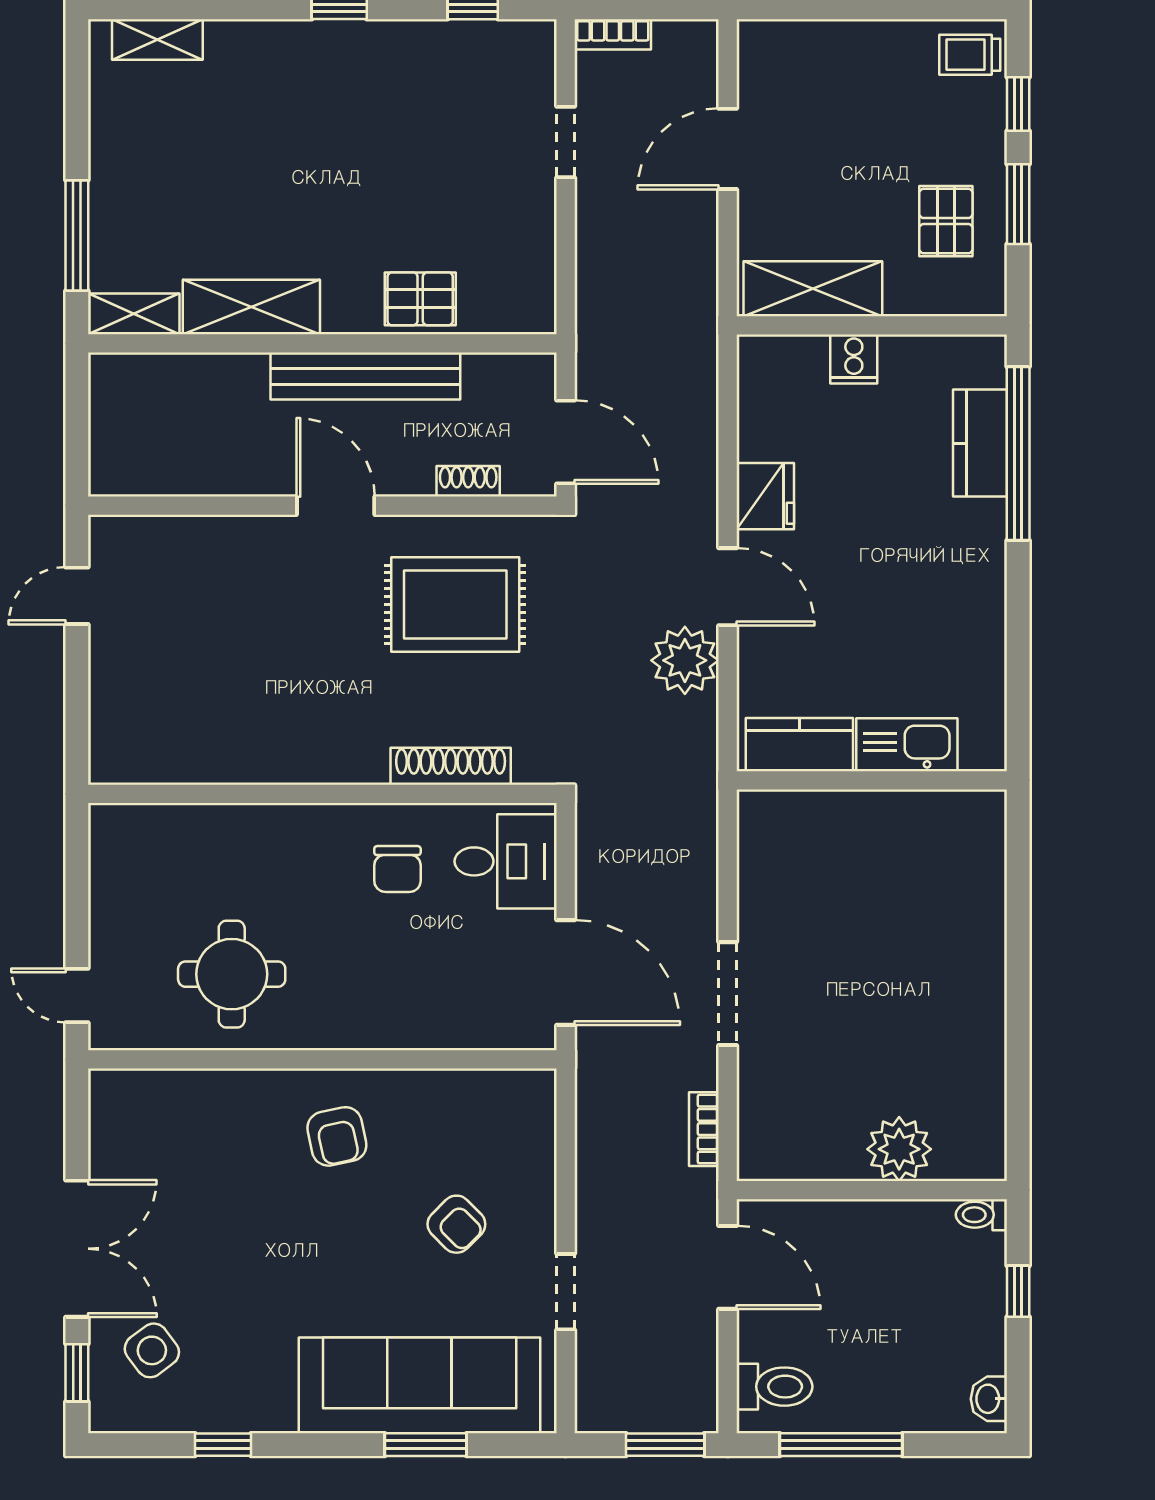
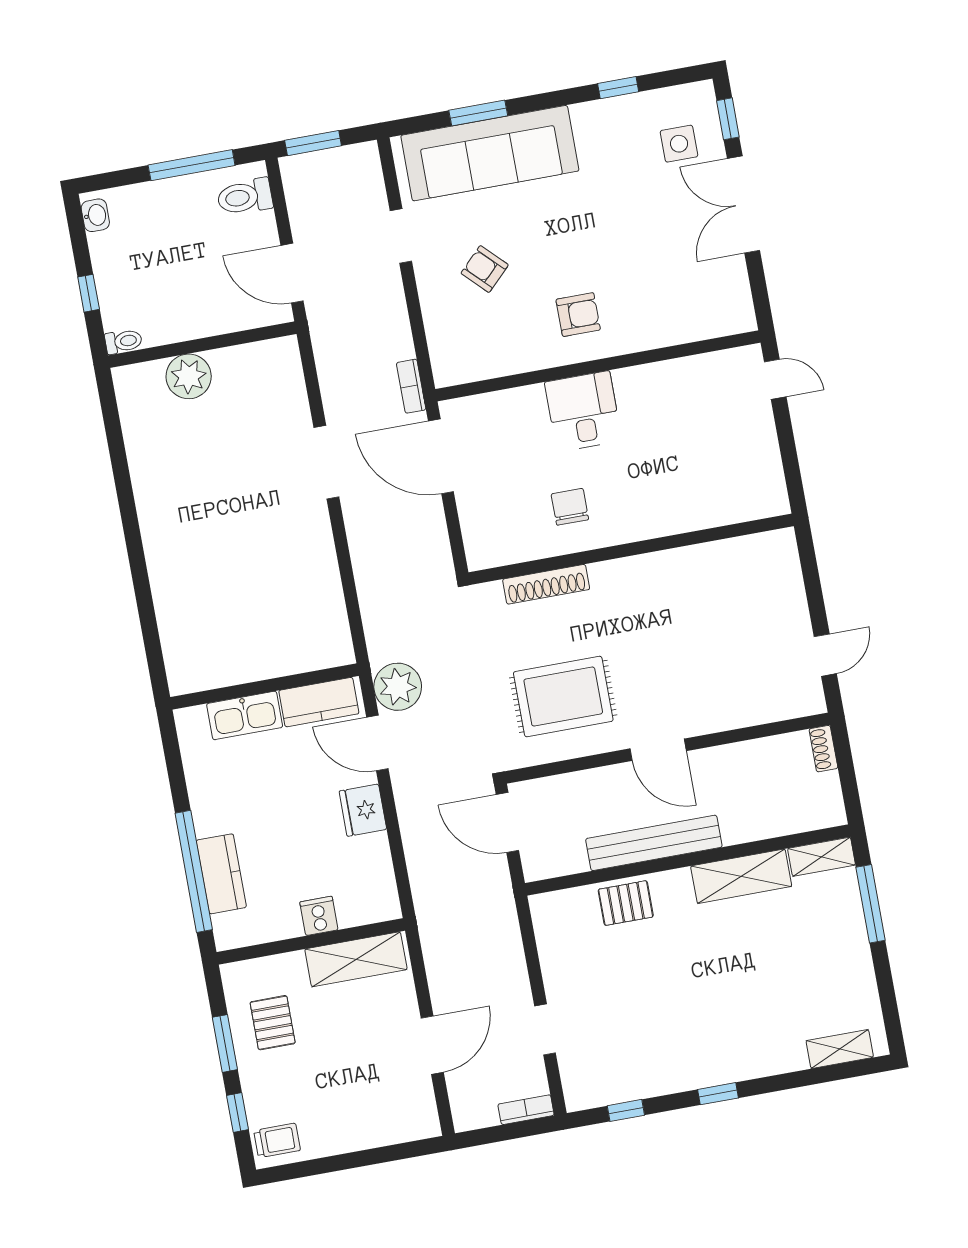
shoe rack: (468, 481) -> (823, 749), moved, turned 90
kitchen counter: (799, 745) -> (319, 702), moved
kitchen sink: (907, 745) -> (245, 715), moved
wall: (872, 780) -> (264, 687), moved
desk: (506, 861) -> (583, 411), moved, turned 90
round table: (232, 974) -> (671, 413), removed
bookcase: (704, 1129) -> (411, 386), moved, turned 180
armchair: (337, 1136) -> (578, 315), turned 102
side table: (152, 1350) -> (679, 144), turned 37

